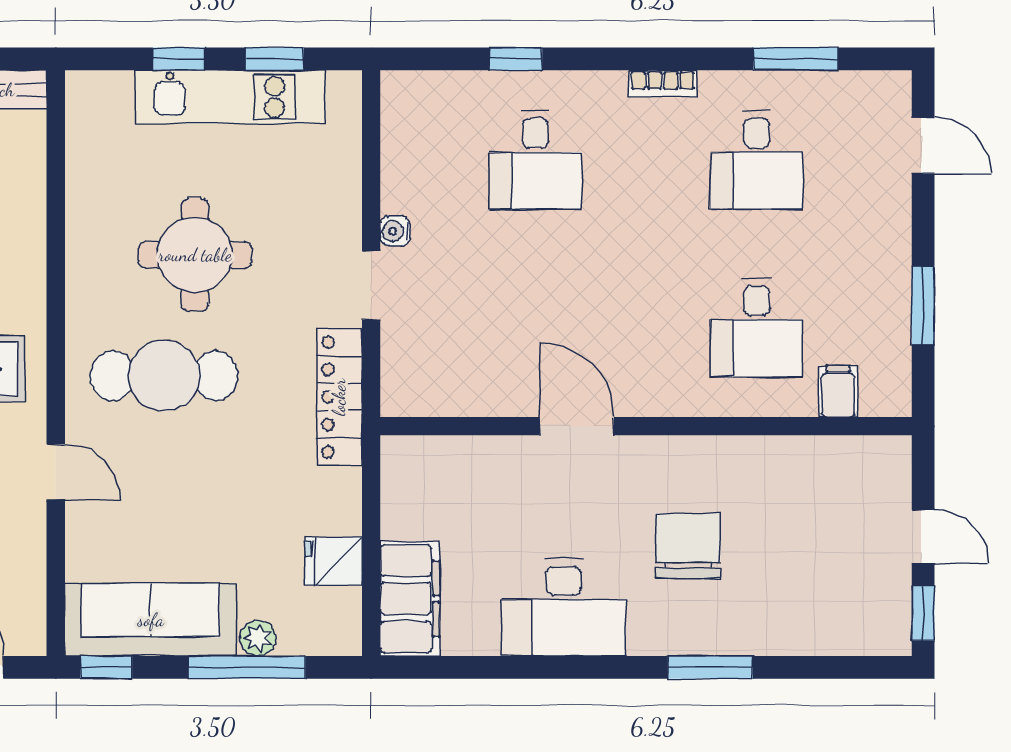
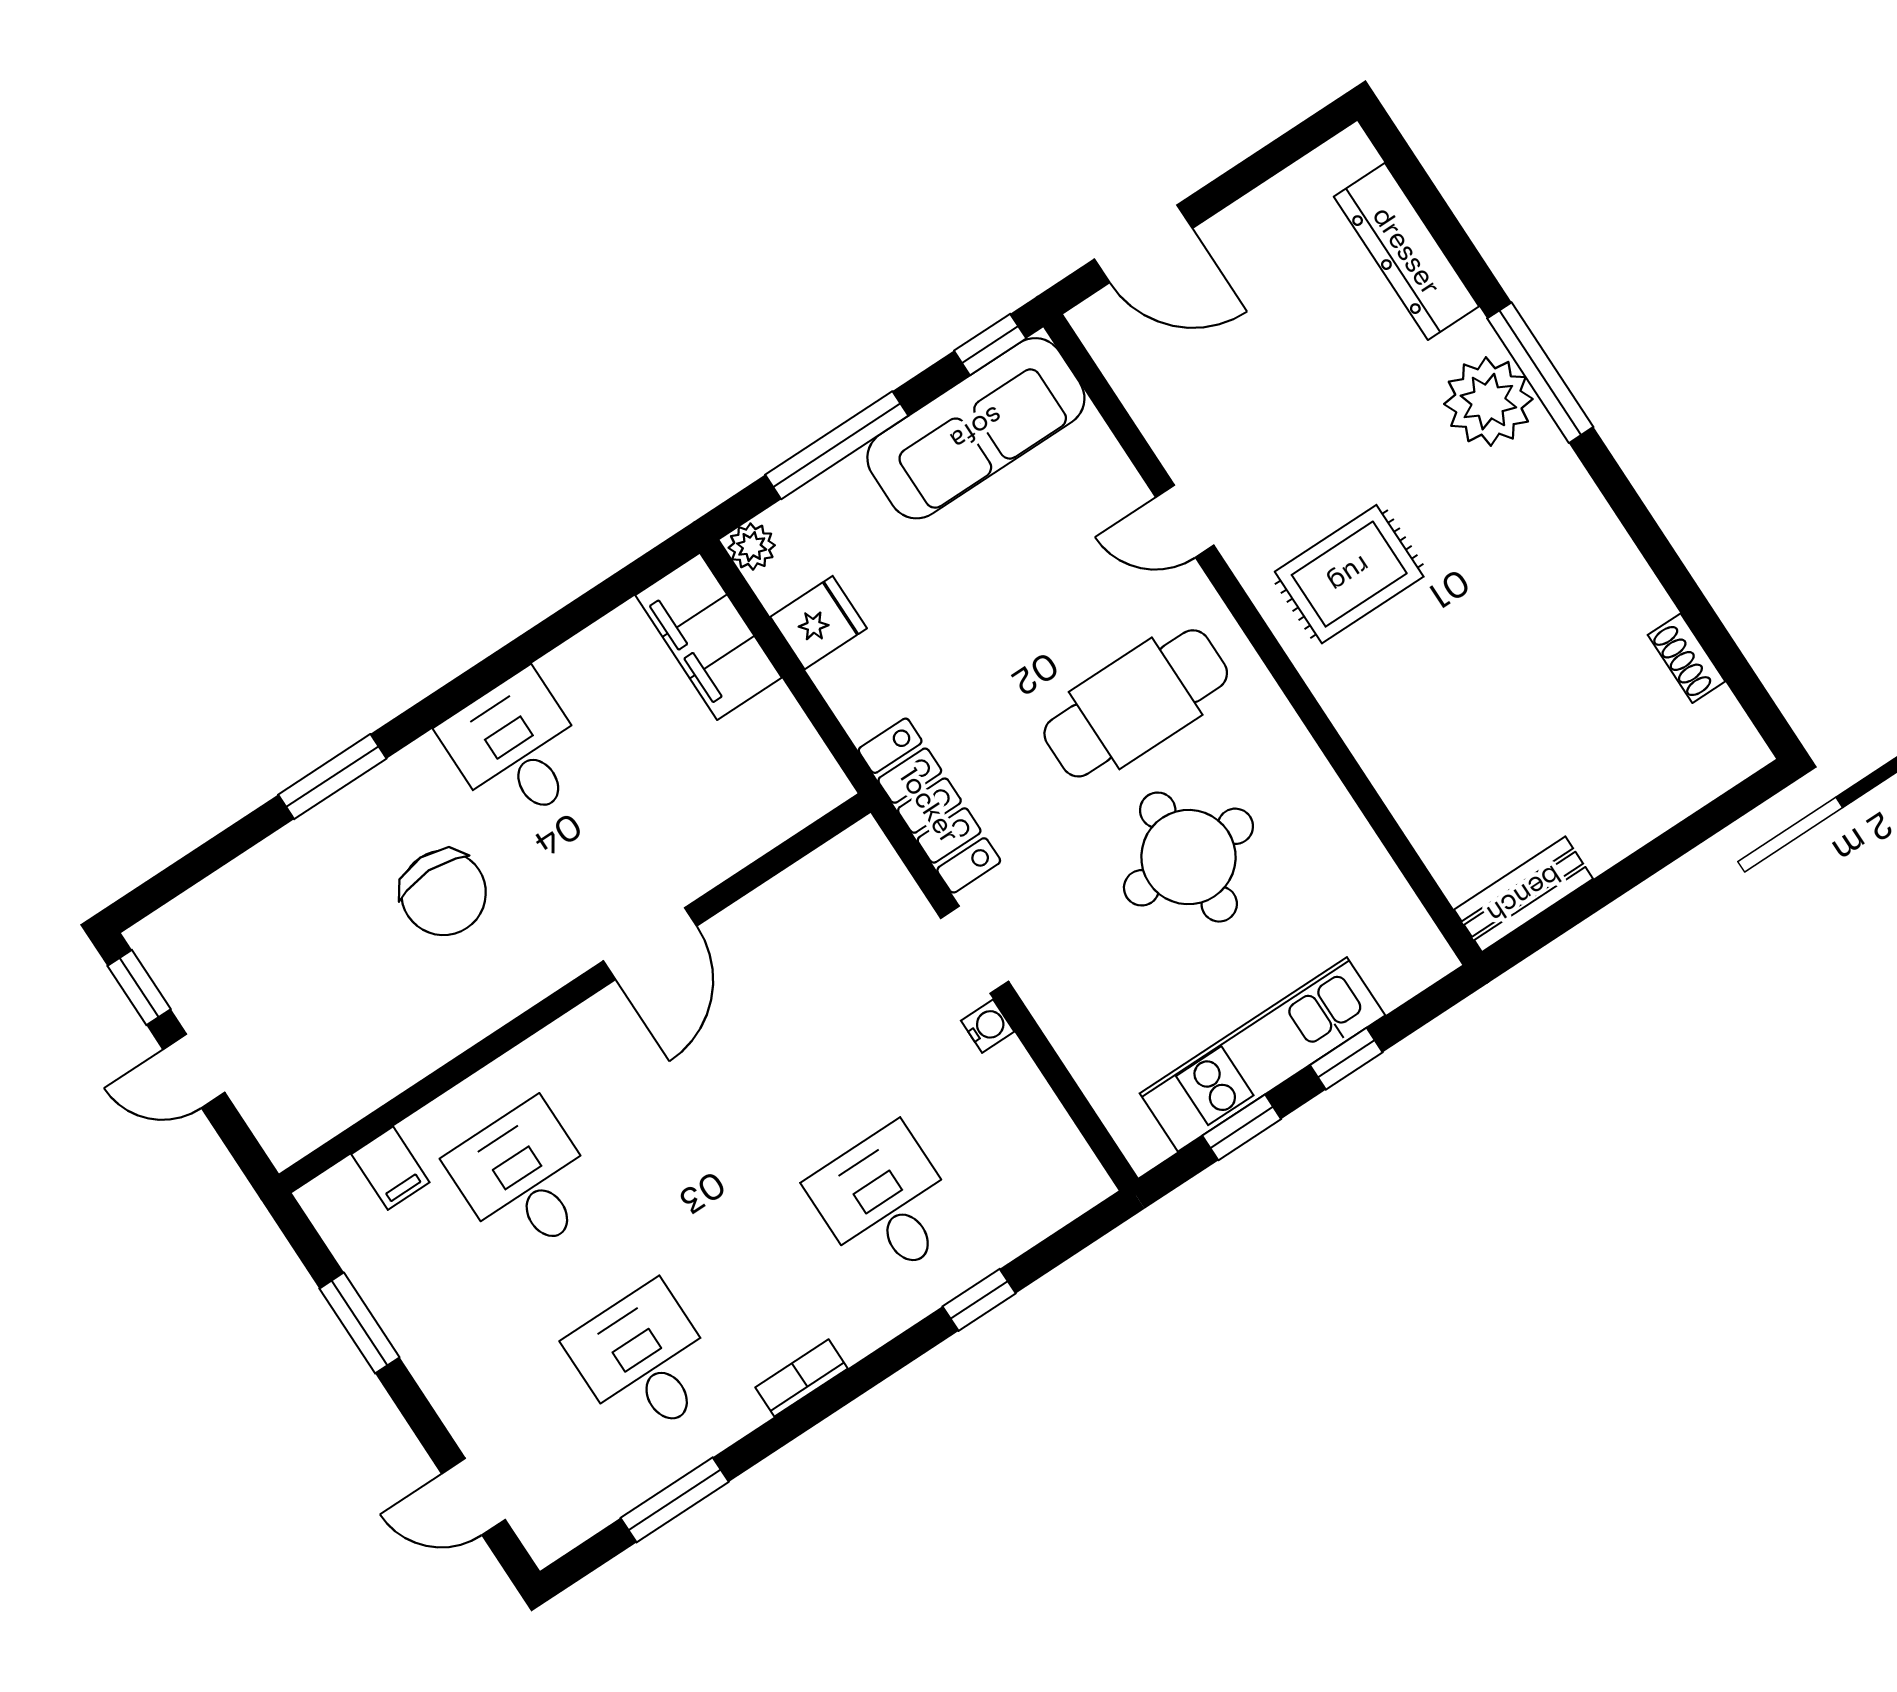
door: (577, 426) -> (650, 944), hinge flipped
desk: (564, 607) -> (517, 749), width x0.73
plant: (258, 638) -> (752, 547), moved

